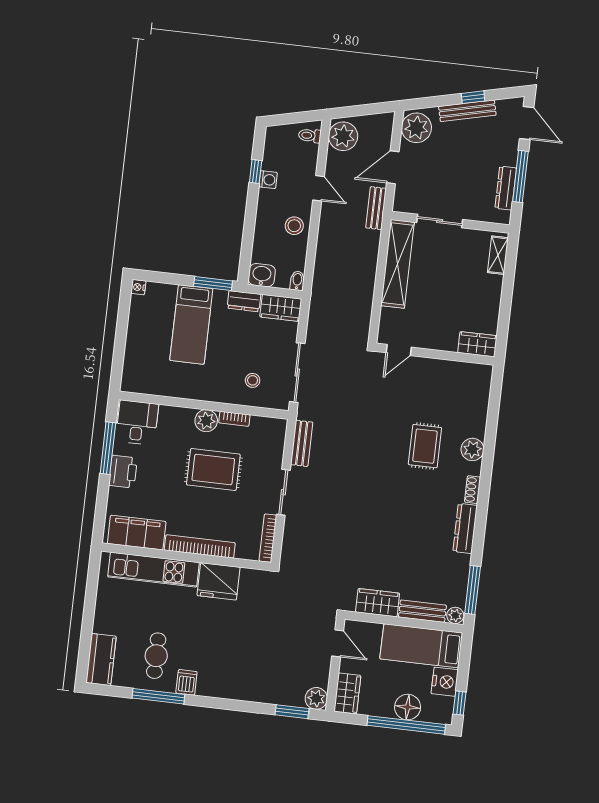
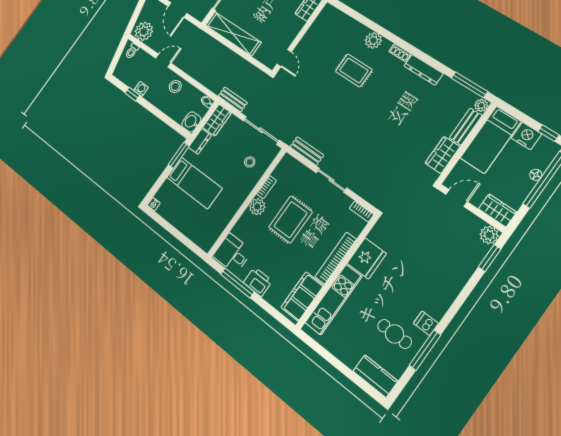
bench: (376, 208) -> (233, 99), moved
bookcase: (268, 538) -> (361, 211), width x0.64
floor lamp: (408, 707) -> (536, 175), width x0.53, depth x0.53

